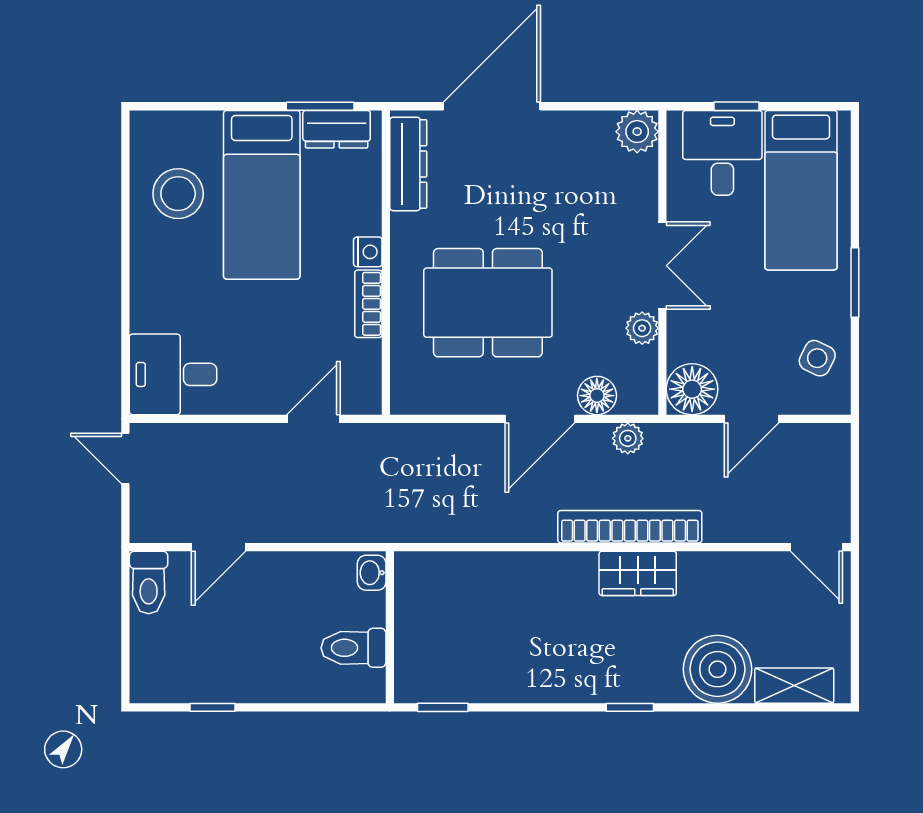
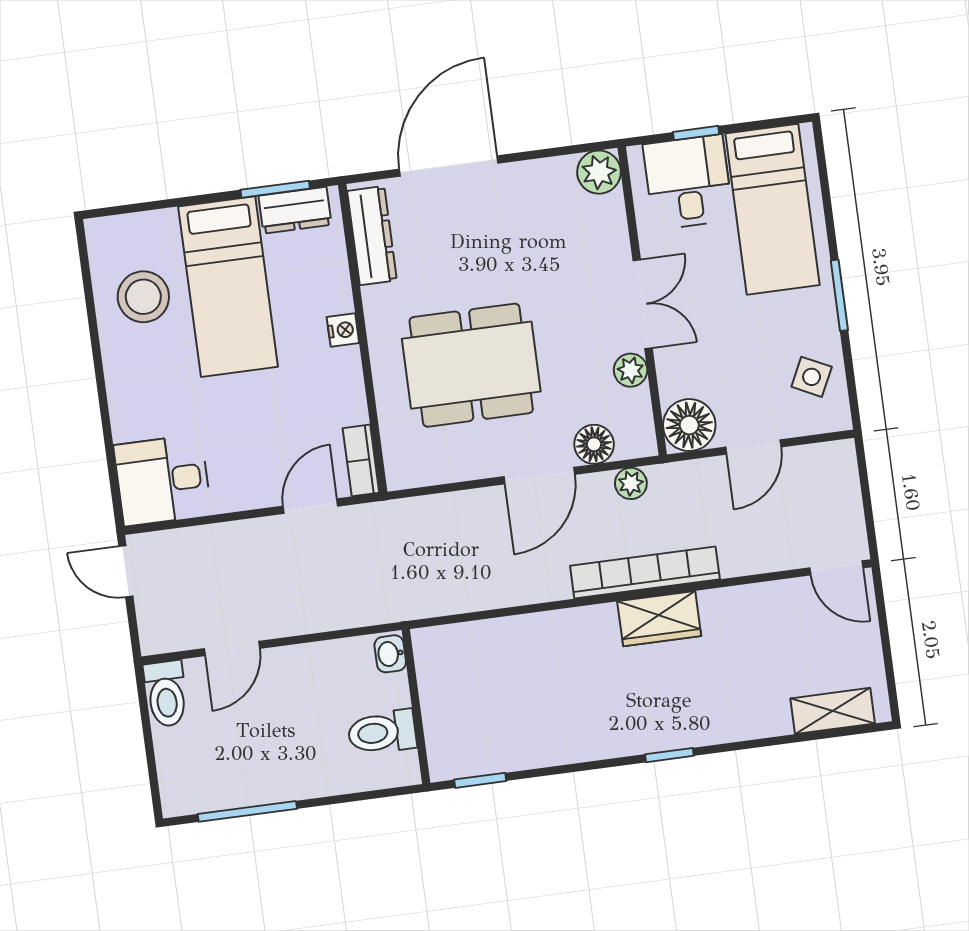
bookcase: (368, 304) -> (361, 460), moved
boiler: (718, 669) -> (753, 705), removed
window: (212, 707) -> (247, 811), width x2.17

